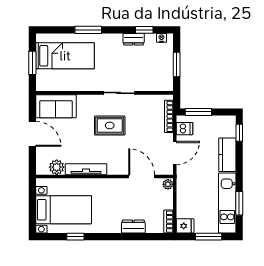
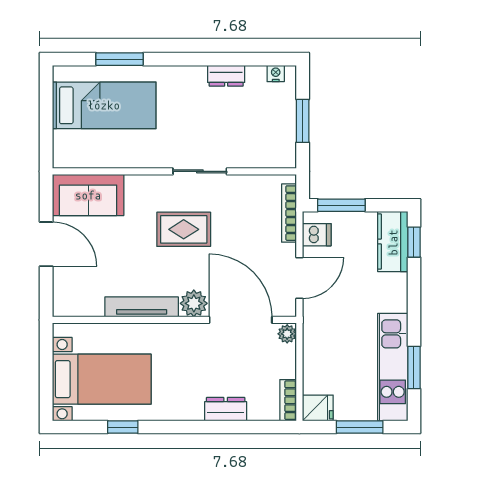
window: (88, 30) -> (119, 59), moved
window: (144, 30) -> (245, 59), removed
window: (32, 63) -> (46, 118), removed
kitchen counter: (227, 155) -> (393, 242), moved
plant: (57, 167) -> (194, 303), moved
door: (142, 176) -> (241, 320), width x1.36

